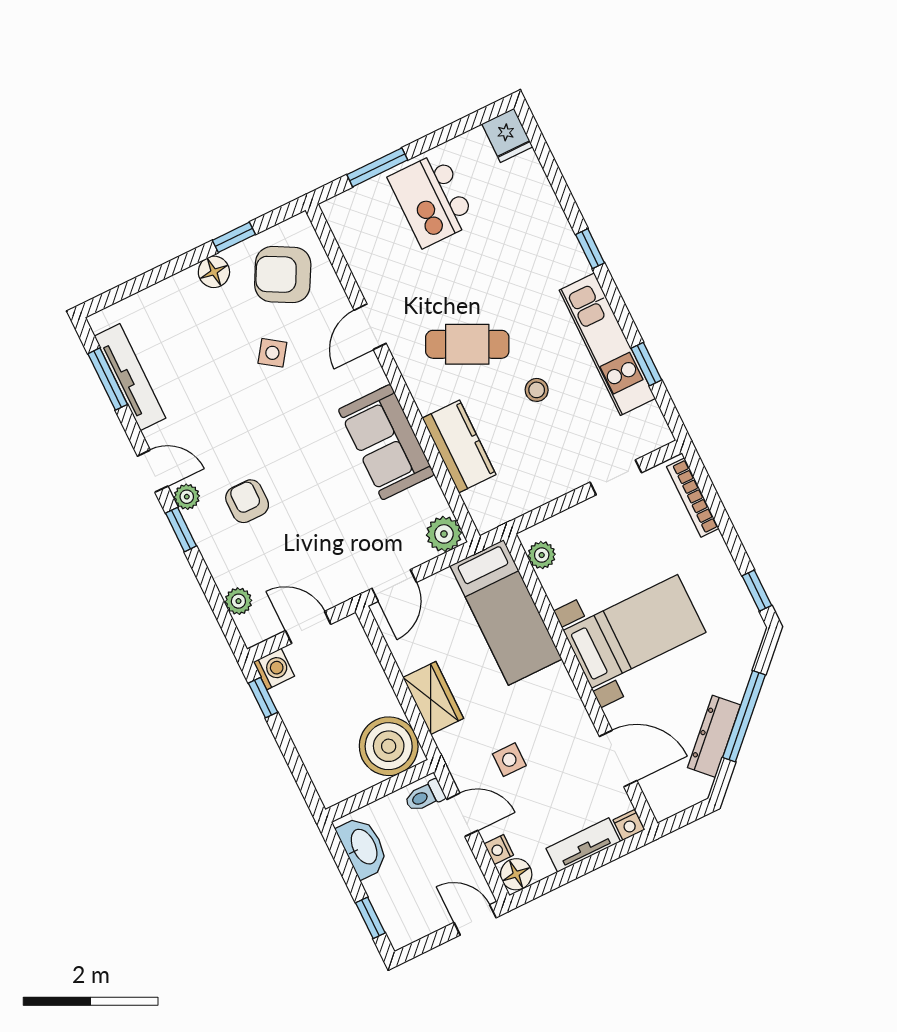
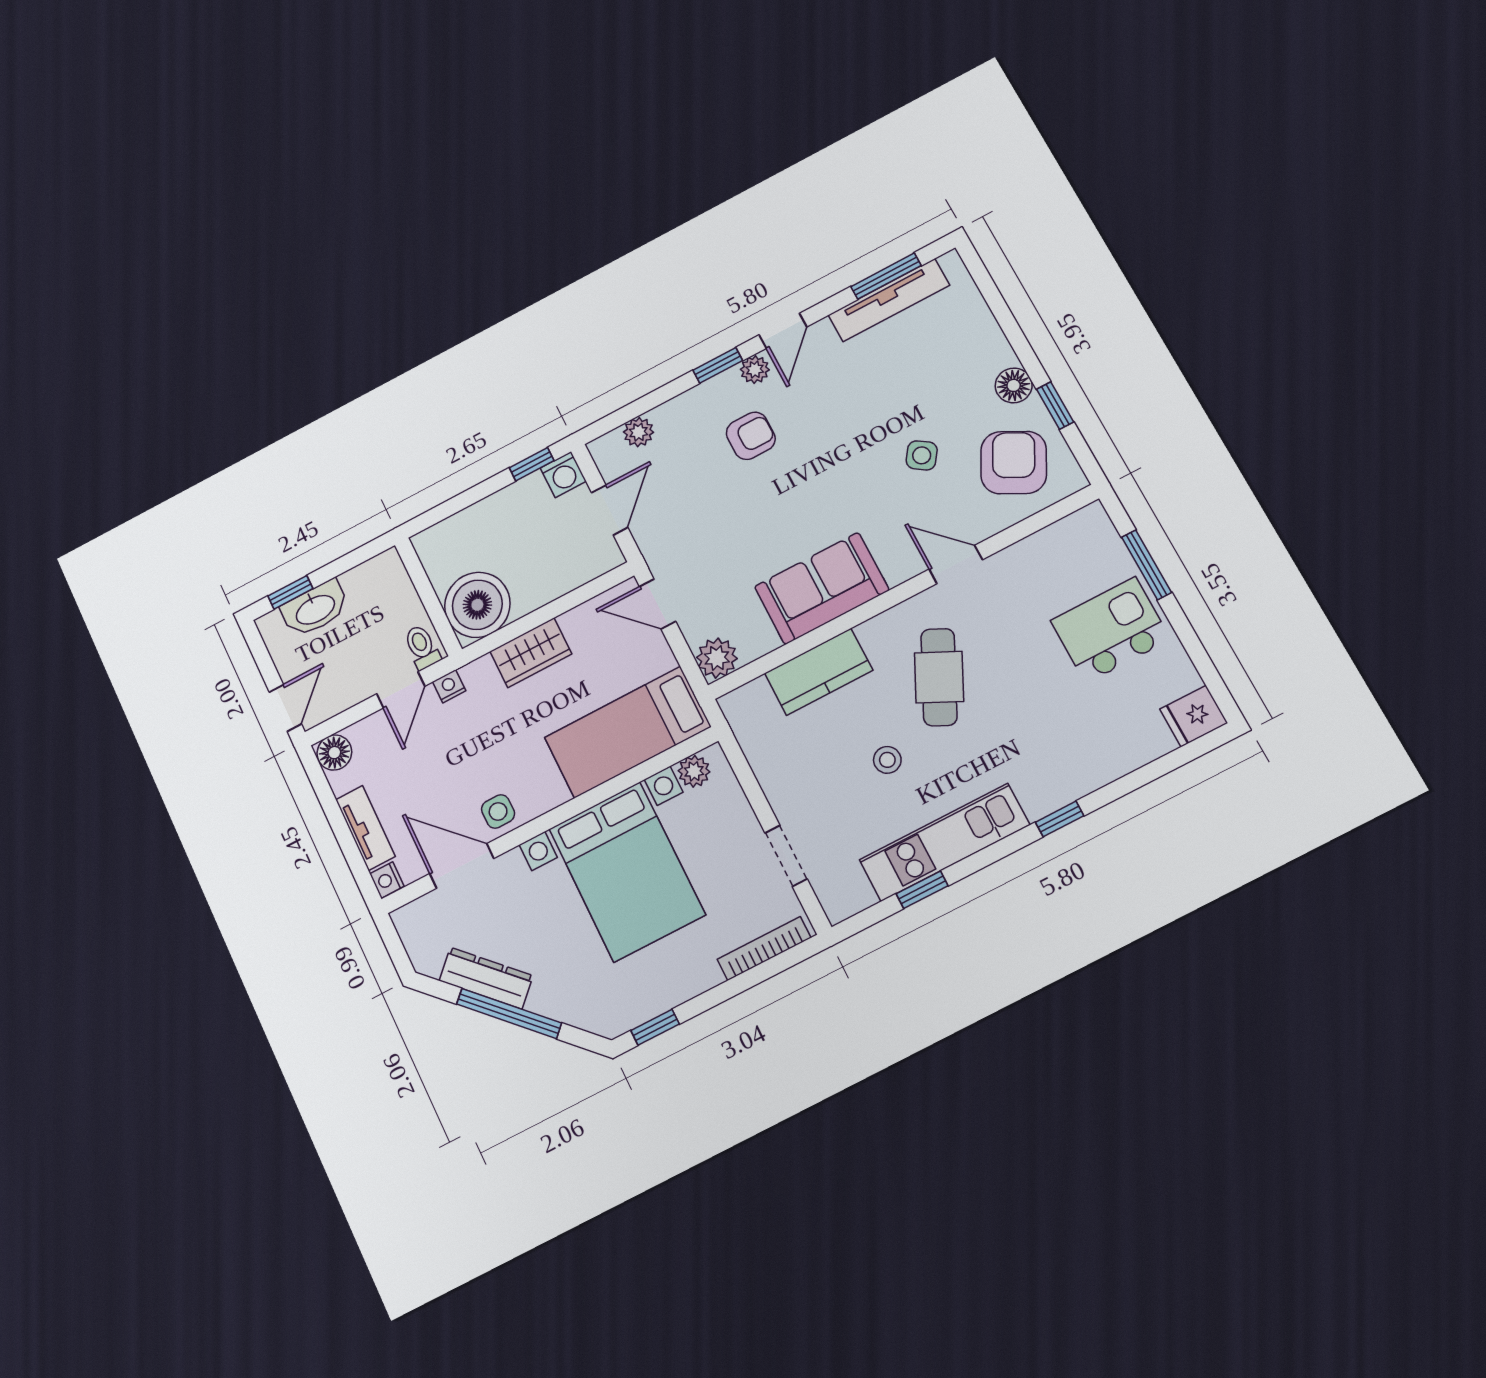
bed with nightstands: (635, 631) -> (627, 872), width x1.36
door: (618, 758) -> (462, 866), swing flipped
side table: (509, 760) -> (498, 811), moved
washbasin: (363, 847) -> (315, 609), moved
nightstand: (499, 849) -> (449, 686), moved

